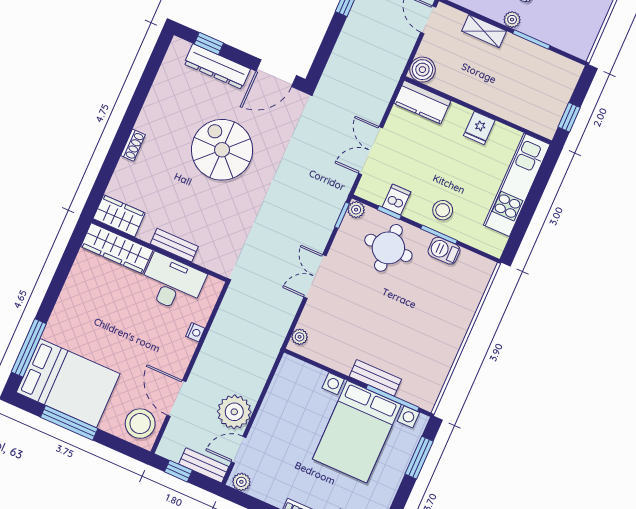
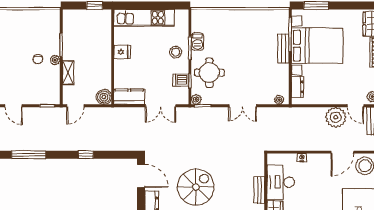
kitchen counter: (422, 102) -> (129, 97), moved, turned -90
spiral stairs: (222, 150) -> (196, 187), turned 180
dresser: (307, 374) -> (298, 87), added

